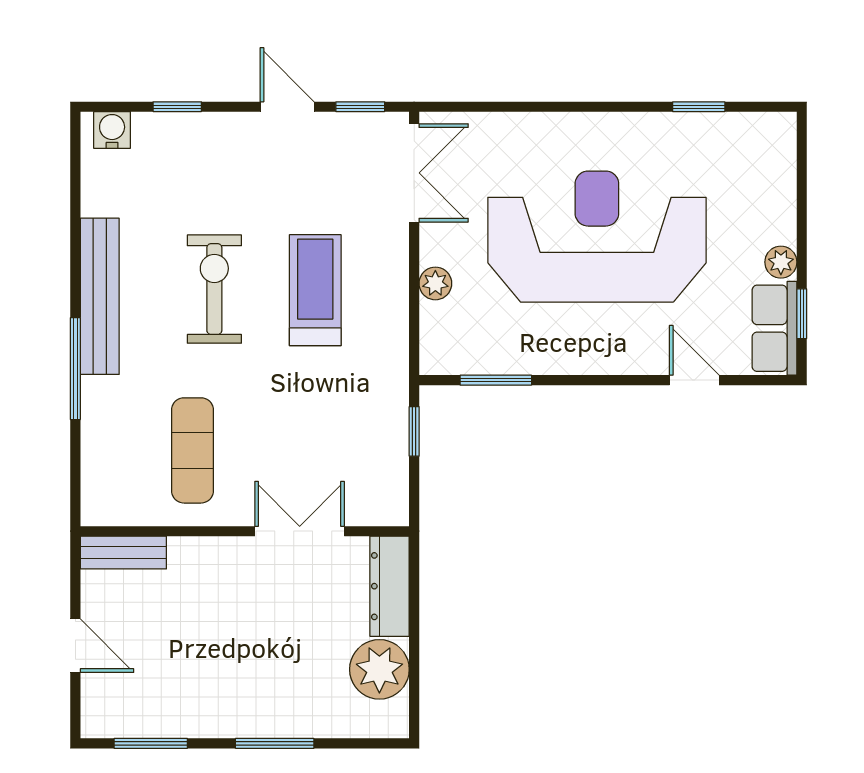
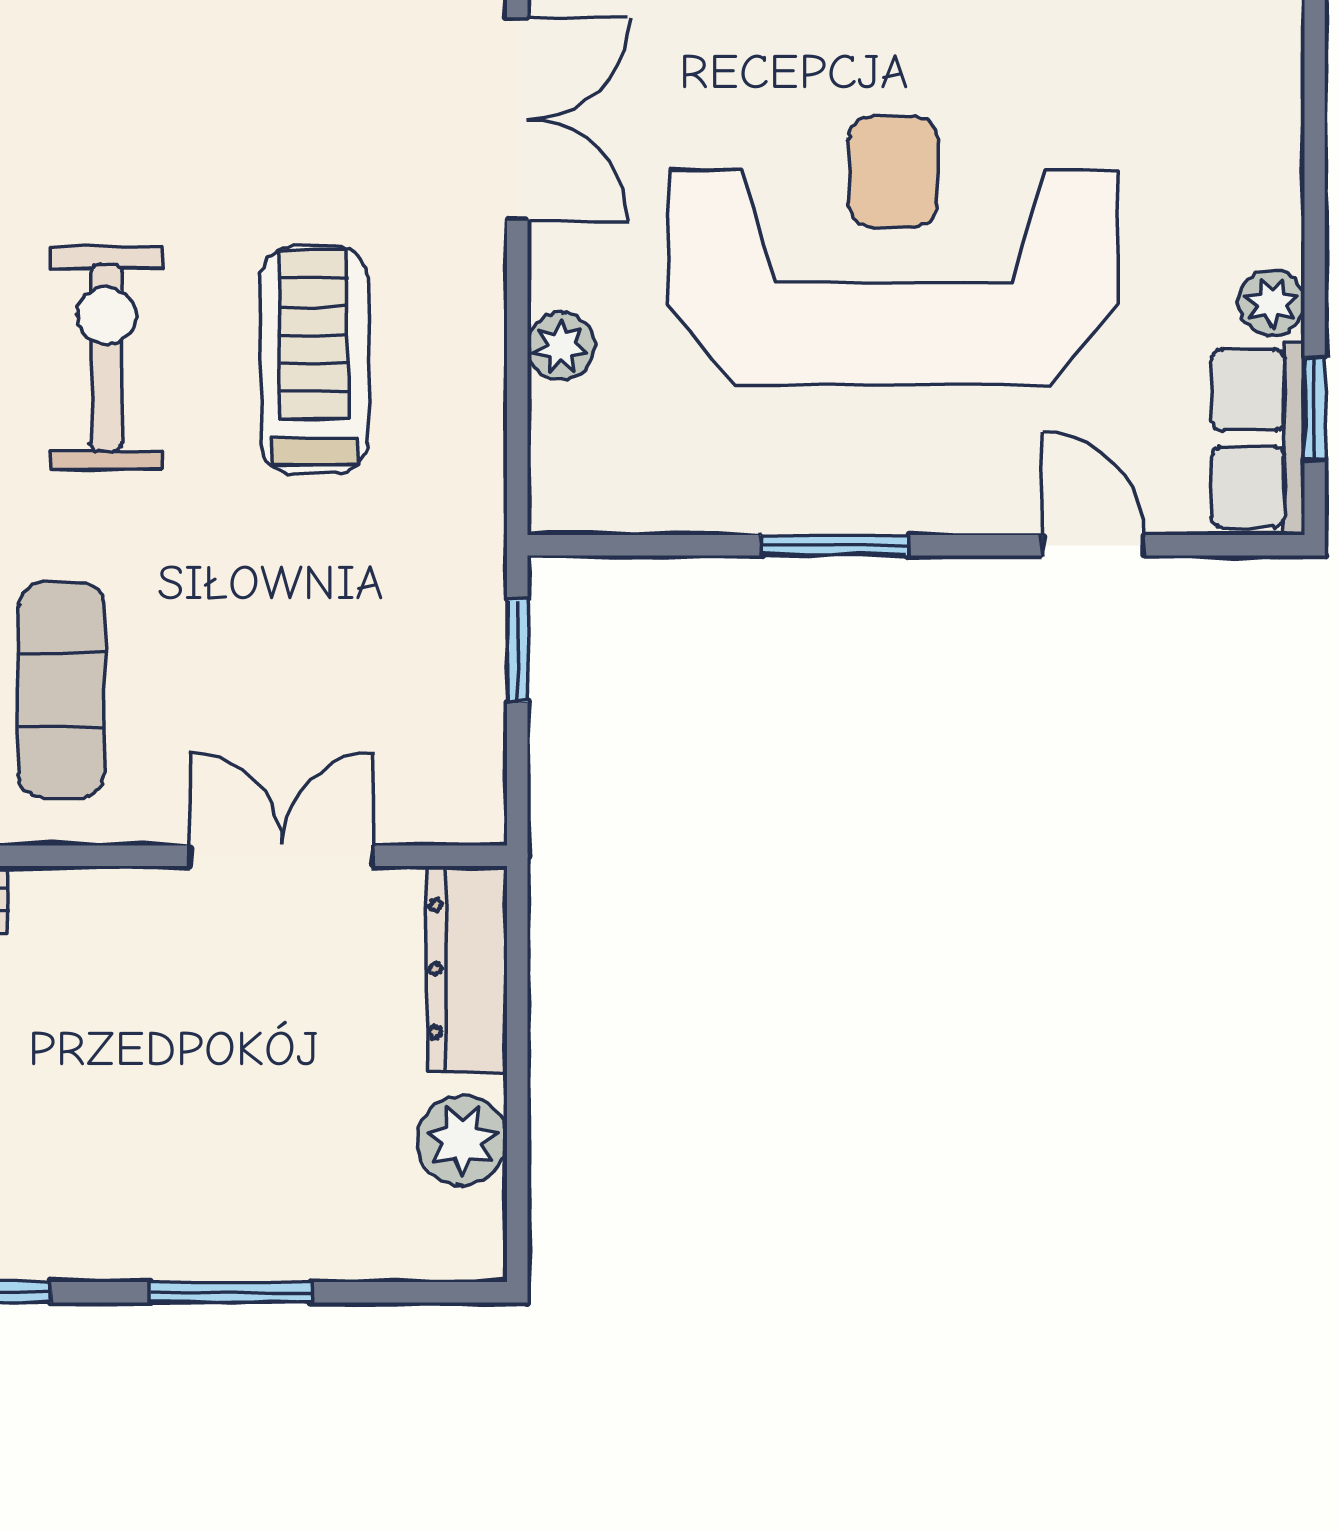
window: (496, 380) -> (834, 545), moved
plant: (379, 669) -> (462, 1140), width x0.73, depth x0.73

